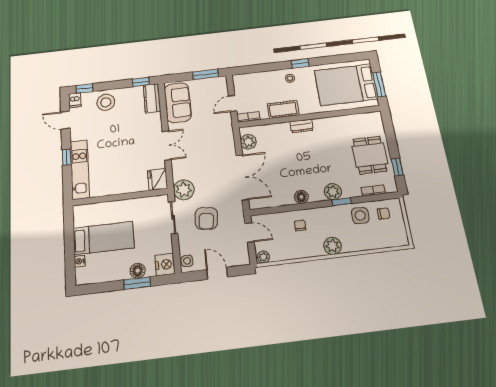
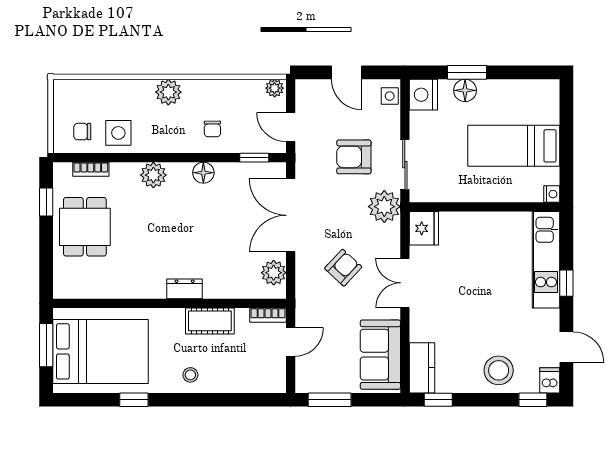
window: (300, 63) -> (134, 400), moved
armchair: (206, 150) -> (343, 268), added
window: (341, 202) -> (254, 158), moved
armchair: (206, 218) -> (354, 157), turned -97
nightstand: (80, 261) -> (552, 194), moved

